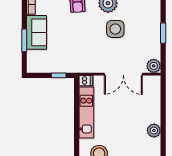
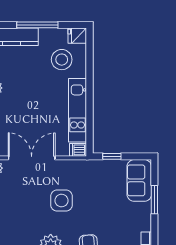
side table: (115, 29) -> (61, 201), moved
sofa: (37, 32) -> (139, 180), moved

